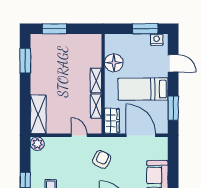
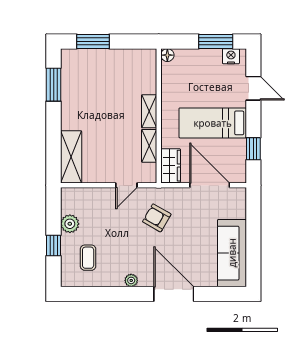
floor lamp: (114, 63) -> (167, 55), moved, width x0.53, depth x0.53
window: (173, 108) -> (253, 149), width x0.67
door: (79, 135) -> (126, 185), swing flipped
plant: (37, 144) -> (70, 224), moved
armchair: (102, 159) -> (157, 218), turned -86

